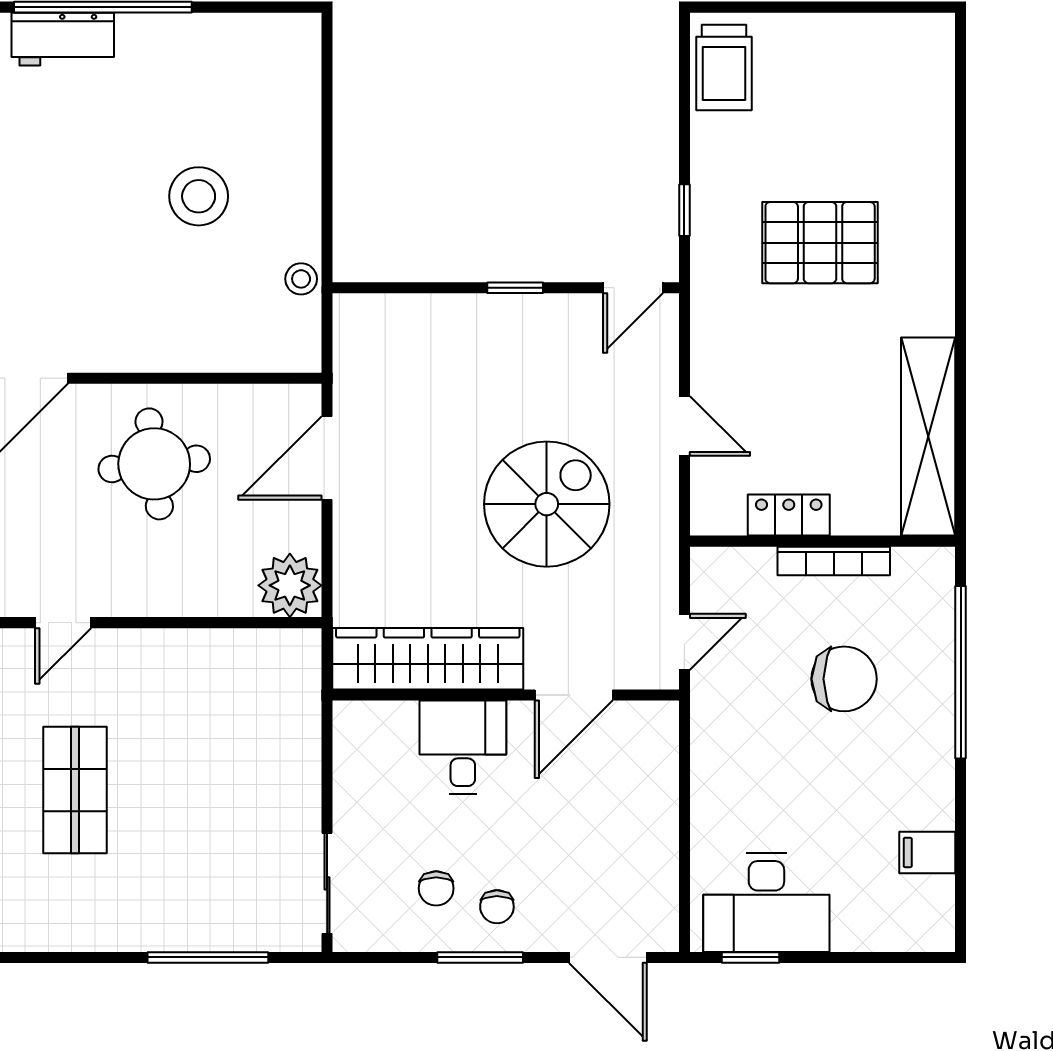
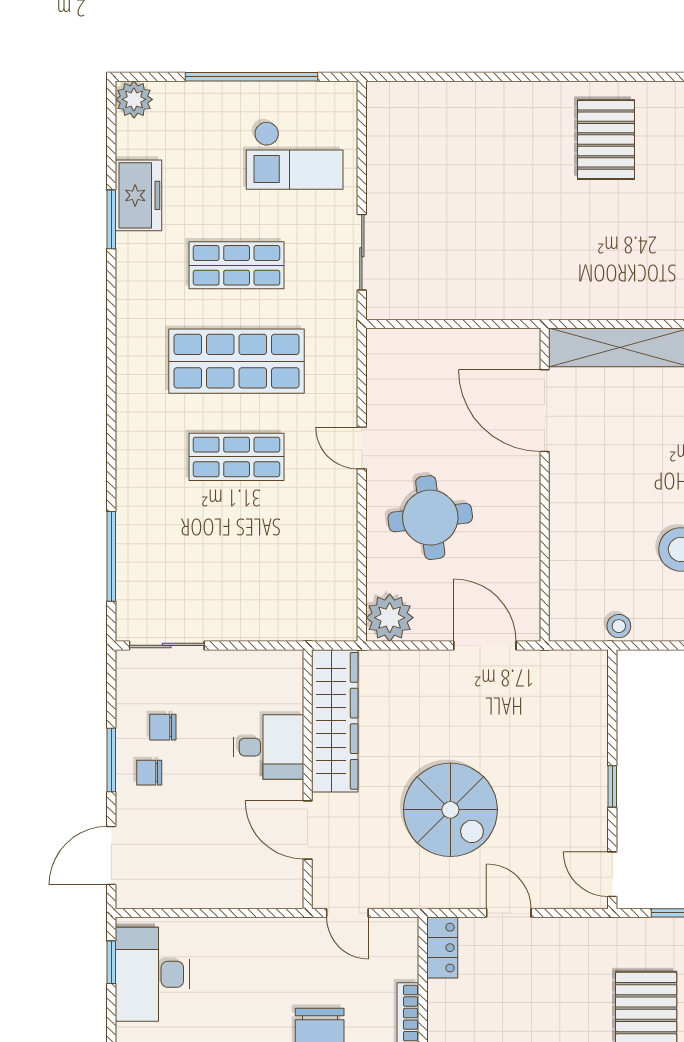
door: (684, 426) -> (509, 913), swing flipped
round table: (154, 464) -> (430, 518), moved
locker: (789, 515) -> (442, 948), moved

